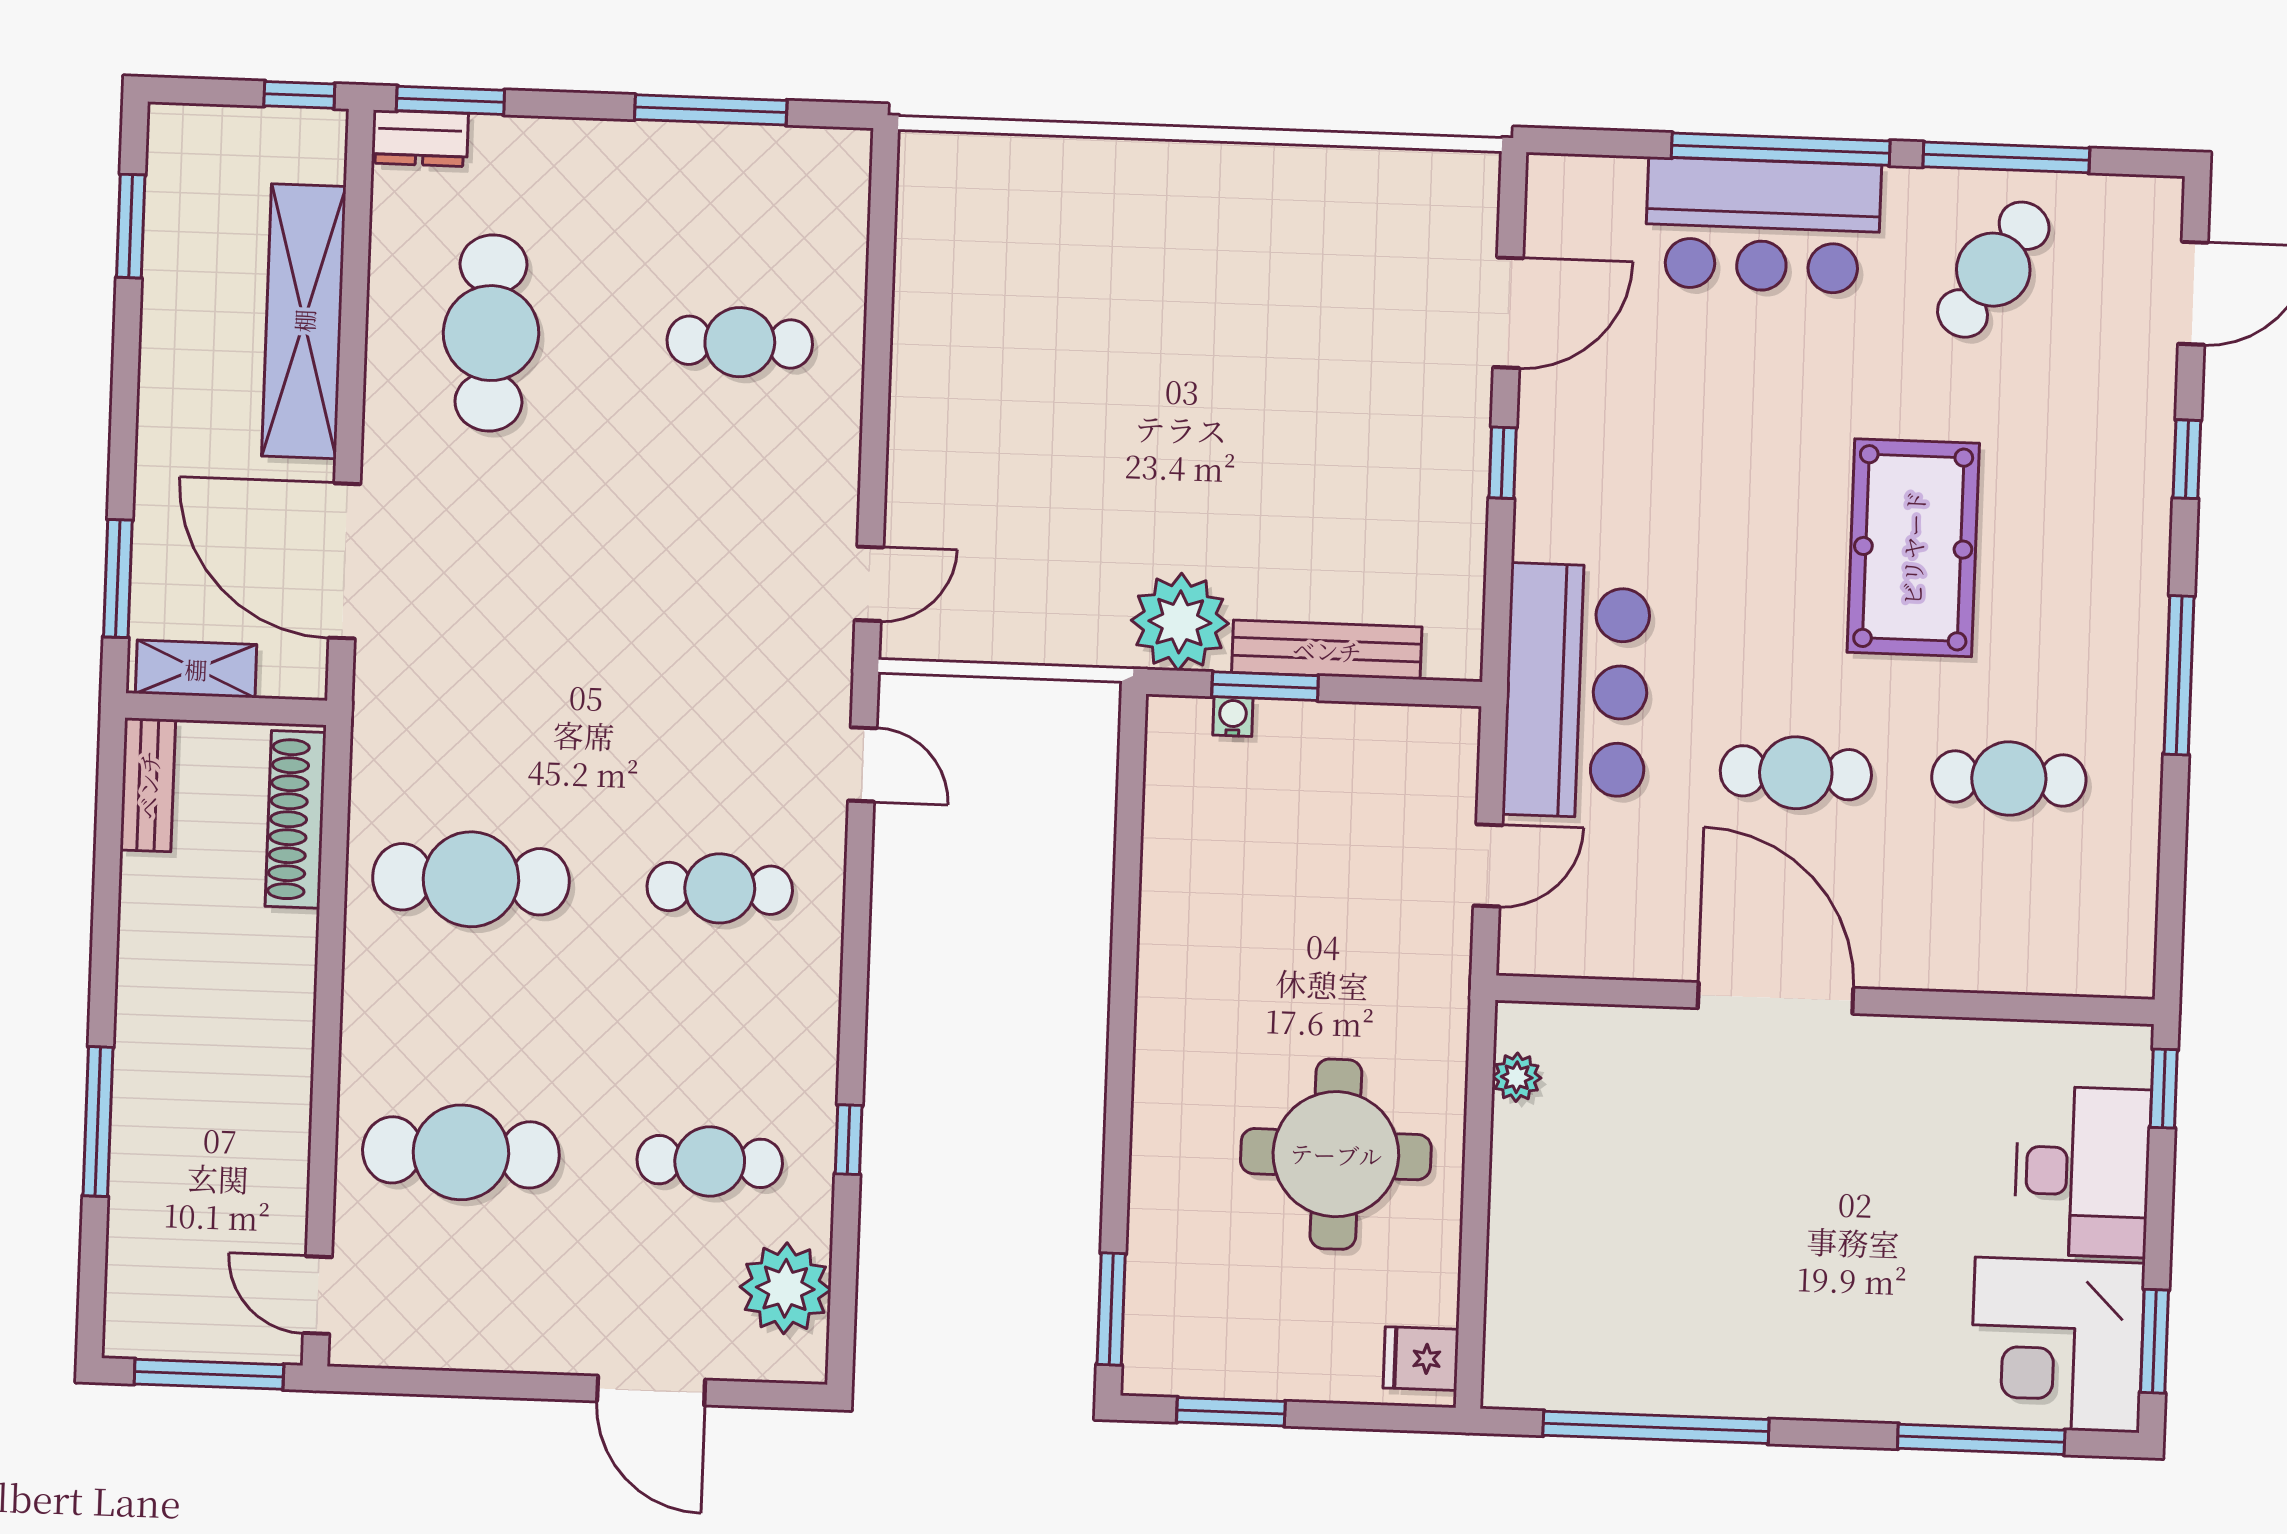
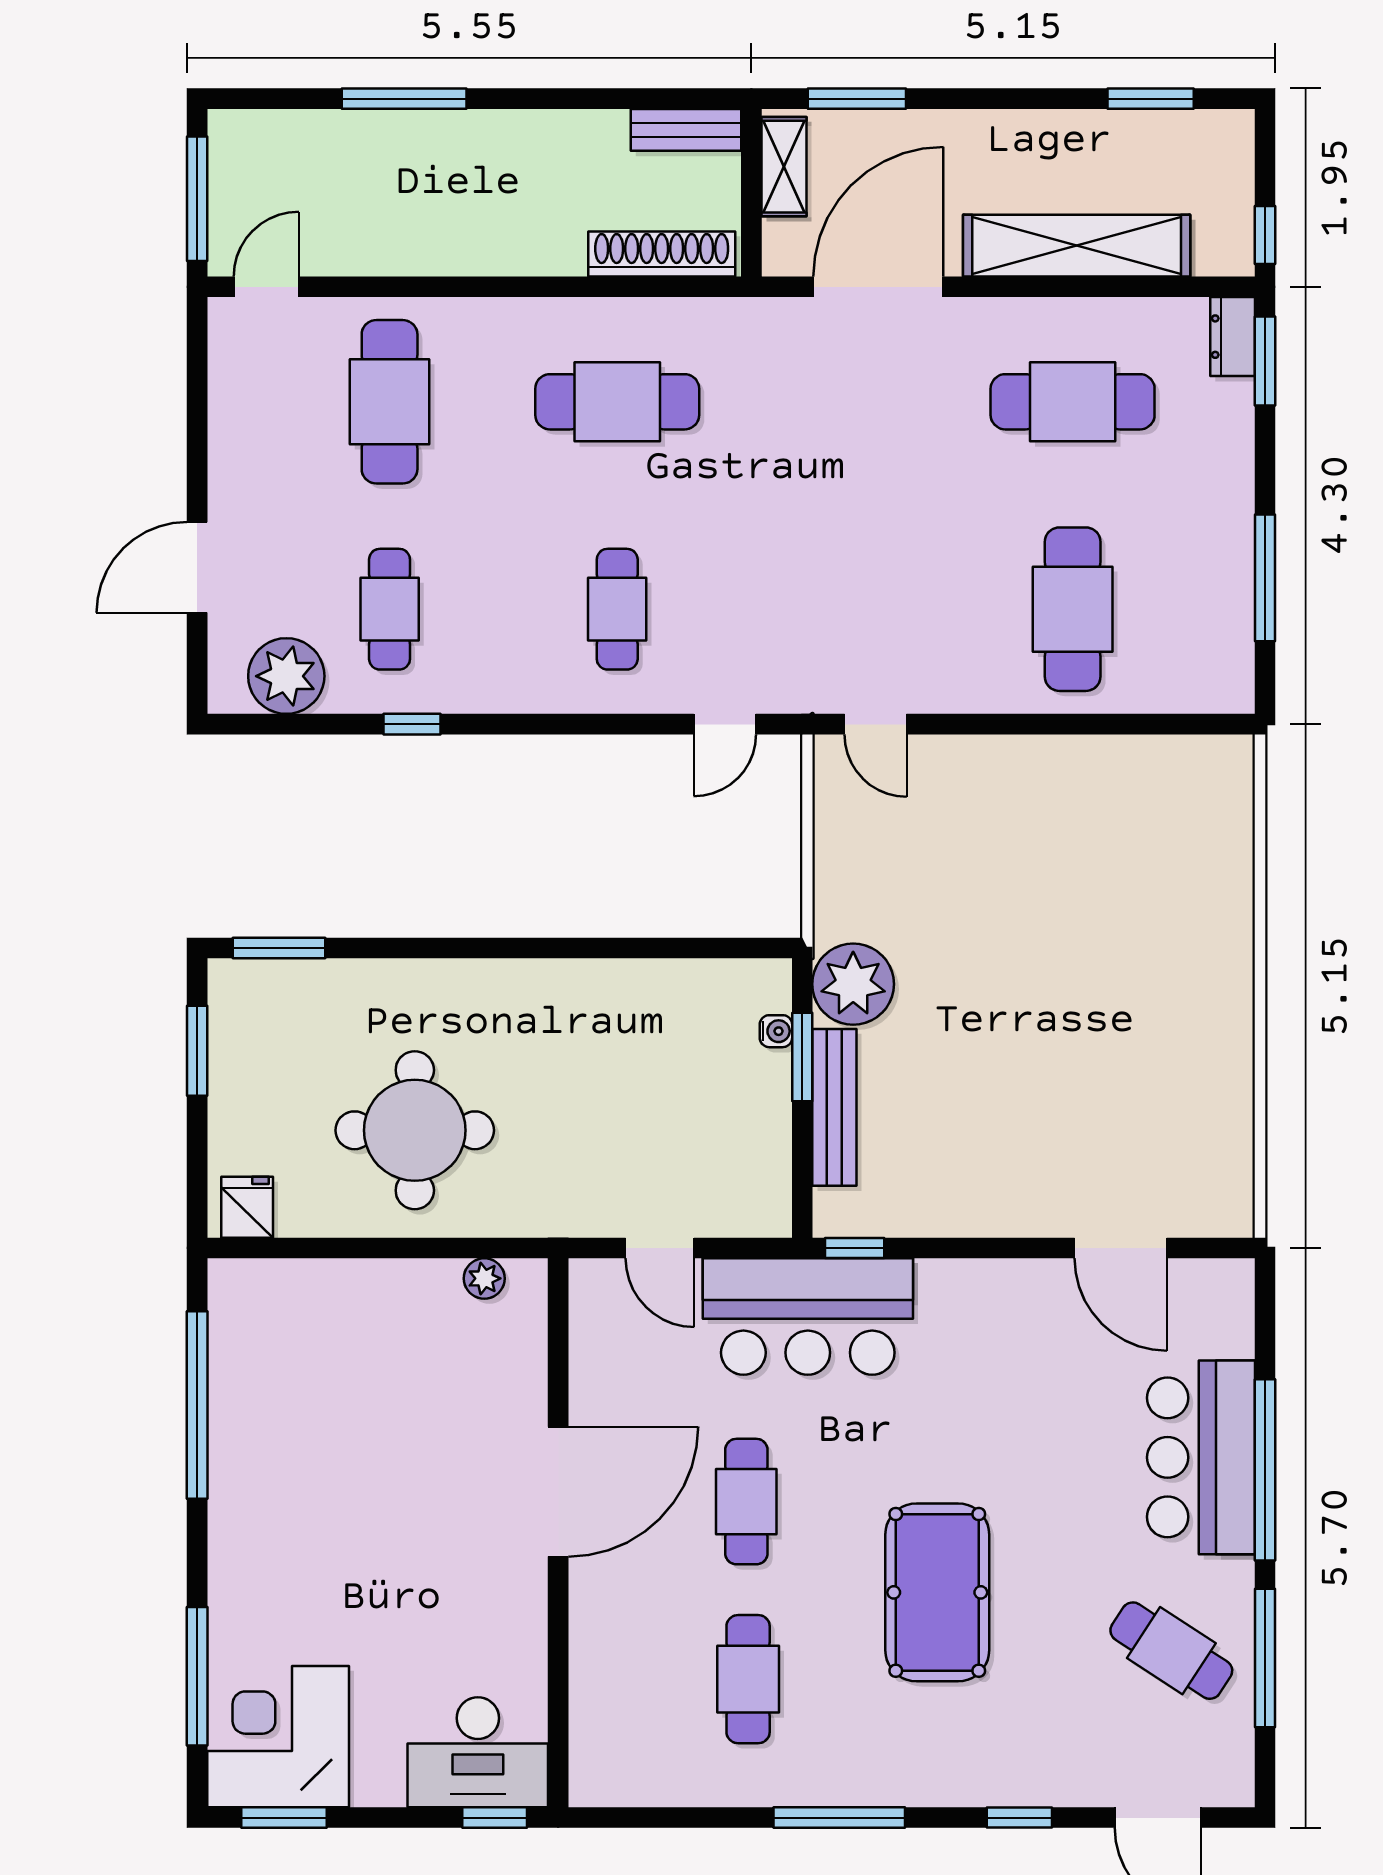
cafe table: (740, 342) -> (1073, 609), width x1.37, depth x1.35
window: (1503, 463) -> (855, 1248), moved
pool table: (1913, 548) -> (937, 1592), turned 90
cafe table: (471, 879) -> (617, 402), turned 90
desk: (2082, 1172) -> (478, 1752), moved

